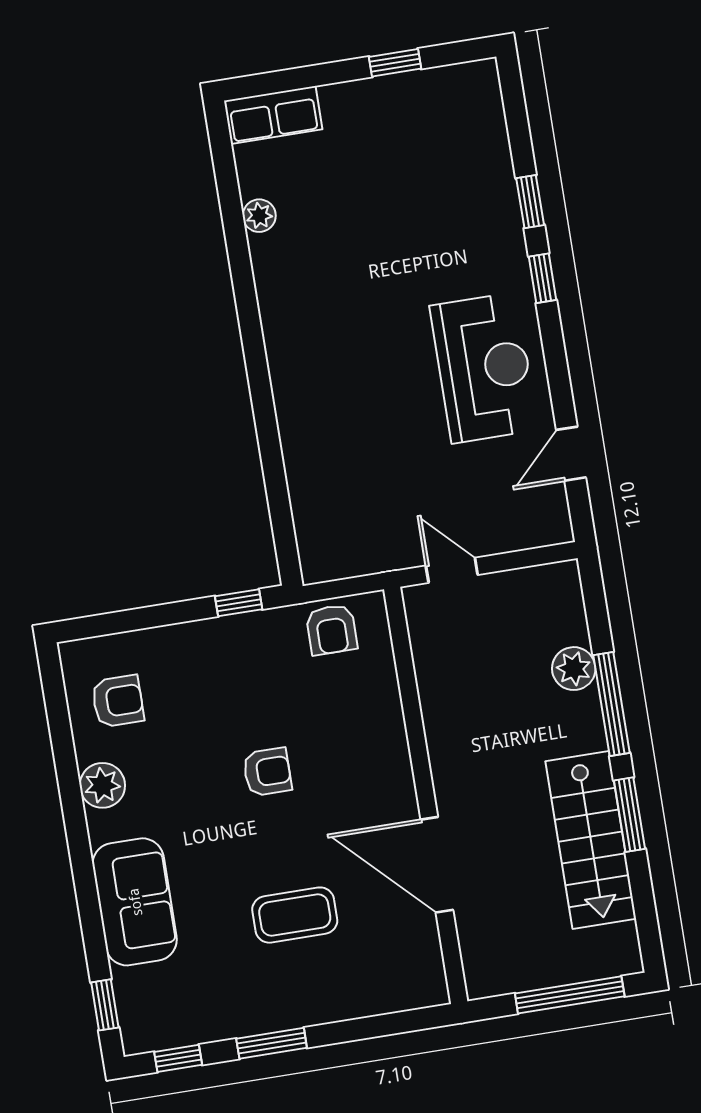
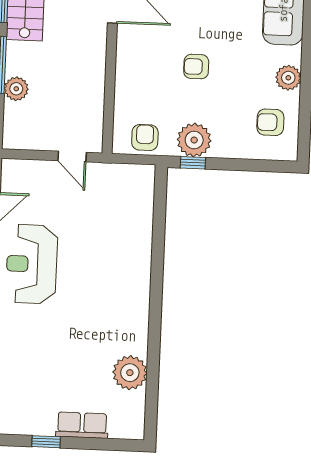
row of seats: (273, 115) -> (82, 425), moved
plant: (259, 216) -> (130, 373), width x1.88, depth x1.88
plant: (245, 643) -> (194, 140), added

